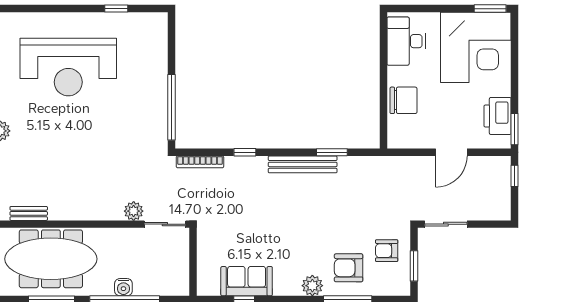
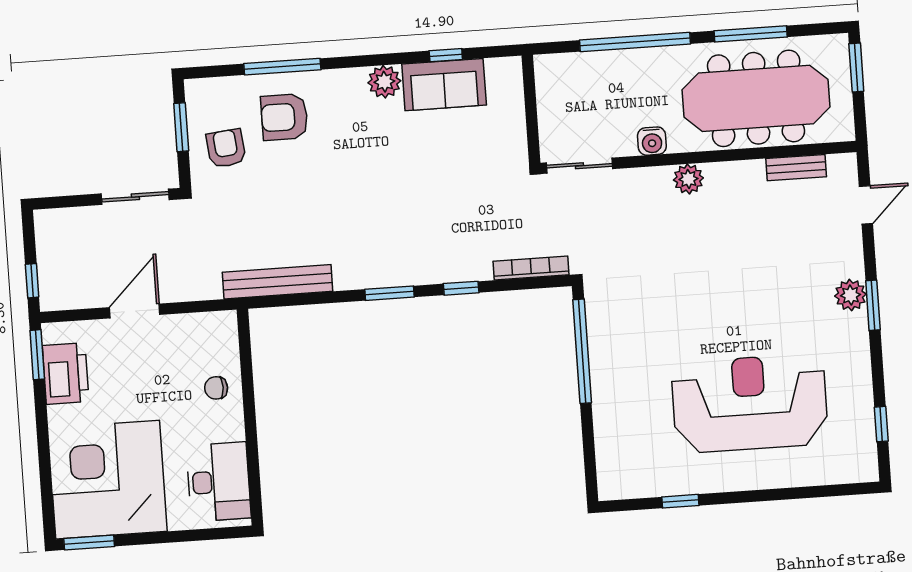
chair: (403, 100) -> (216, 388), width x0.54, depth x0.54
window: (332, 152) -> (390, 293), moved
bench: (303, 164) -> (277, 282), moved
plant: (134, 211) -> (688, 179), moved
armchair: (387, 251) -> (226, 148), turned -96
armchair: (349, 268) -> (284, 117), turned 180
plant: (312, 286) -> (384, 82), moved
water cooler: (123, 287) -> (652, 141), moved, turned 180

